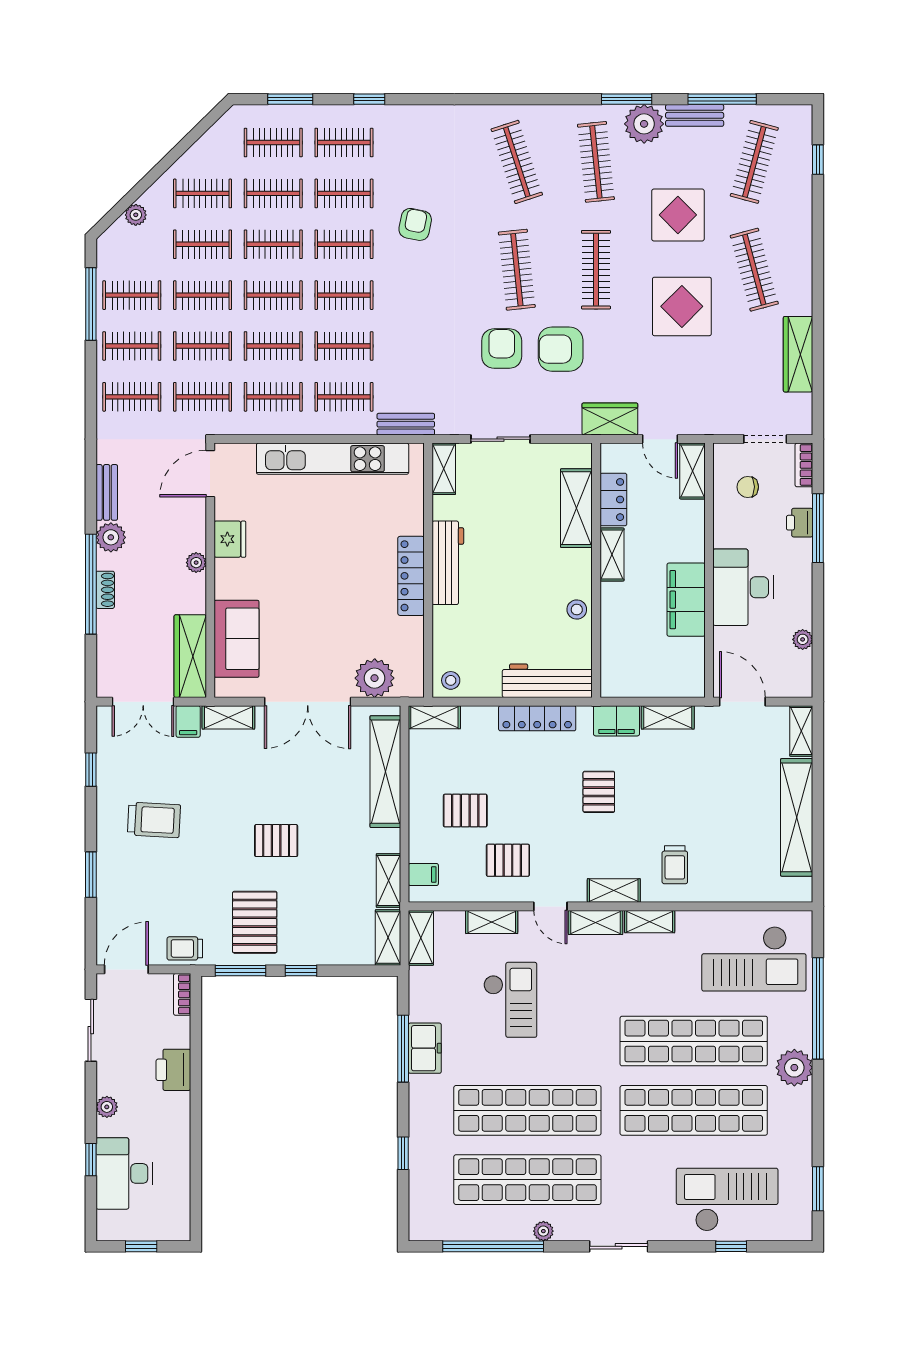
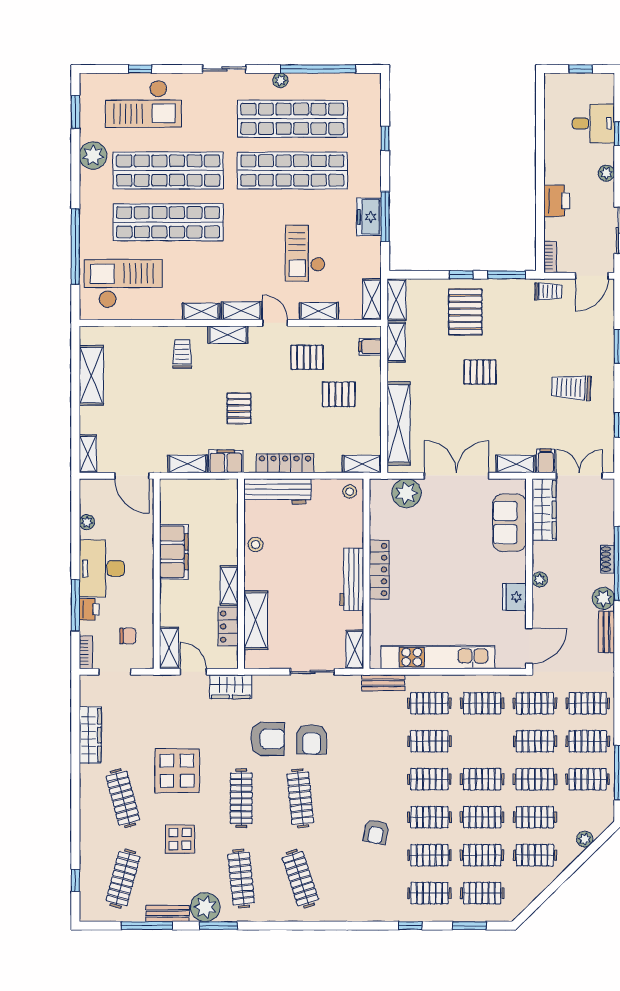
display table: (678, 215) -> (180, 839), width x0.73, depth x0.73
clothes rail: (273, 346) -> (482, 741), removed
desk: (743, 587) -> (102, 568), moved, turned 180
shelving: (797, 817) -> (91, 375), width x0.68
pallet: (255, 922) -> (465, 312), moved
plant: (794, 1068) -> (93, 156), moved
desk: (124, 1173) -> (593, 123), width x0.73

